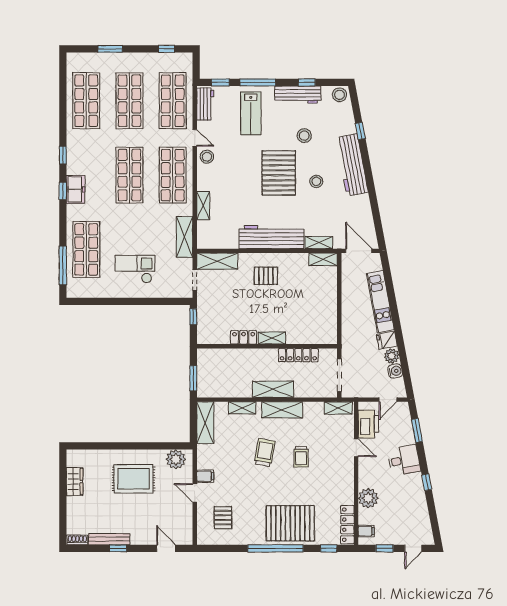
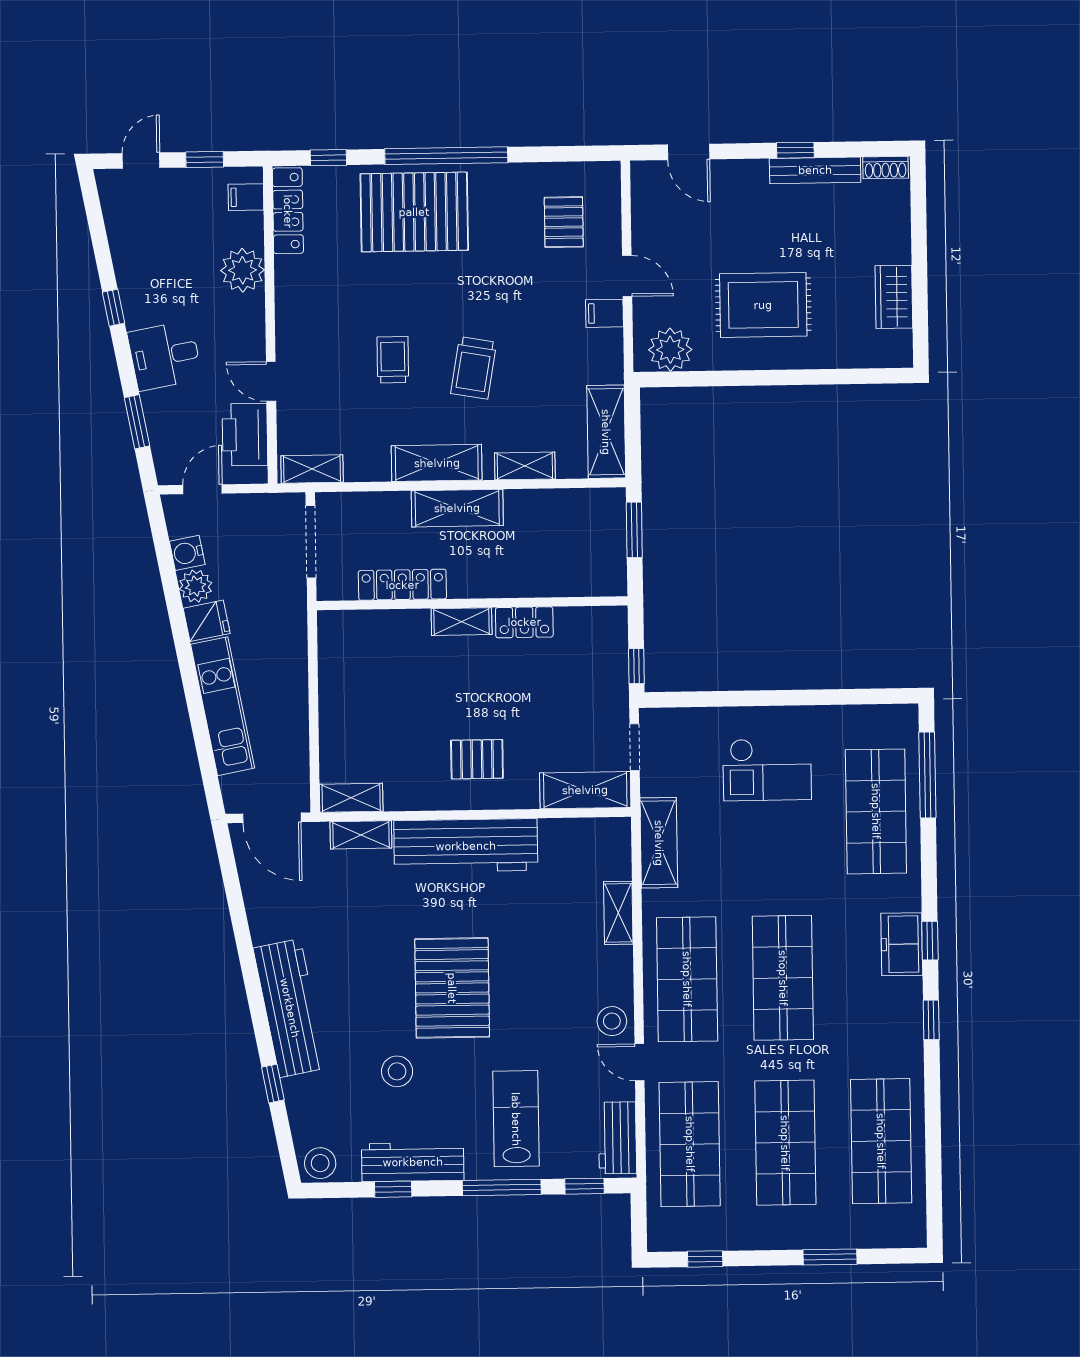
stool: (316, 181) -> (369, 970), removed

